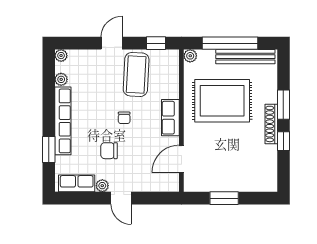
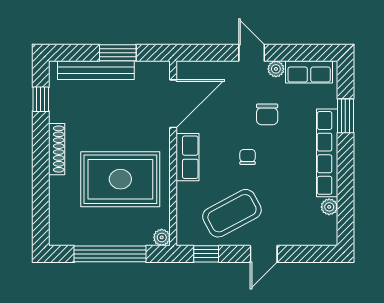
plant: (61, 56) -> (329, 238), removed
bench: (245, 57) -> (96, 70), moved
coffee table: (136, 74) -> (232, 213), turned 59
window: (283, 105) -> (41, 174), removed
window: (283, 141) -> (41, 99), moved
chair: (109, 151) -> (267, 114), turned 90
door: (181, 159) -> (173, 104), width x1.36

